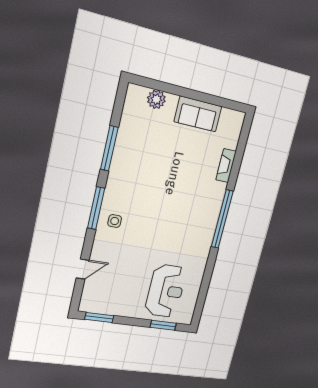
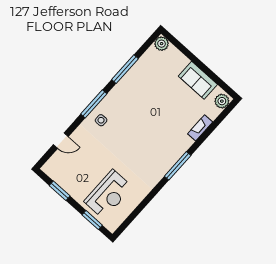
plant: (156, 99) -> (162, 44), moved
plant: (235, 123) -> (222, 101), added
window: (222, 219) -> (178, 166), width x0.68
window: (99, 318) -> (60, 191), moved

